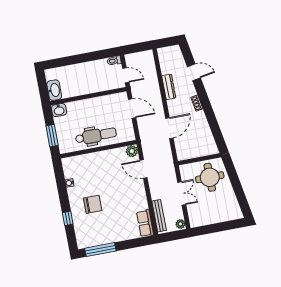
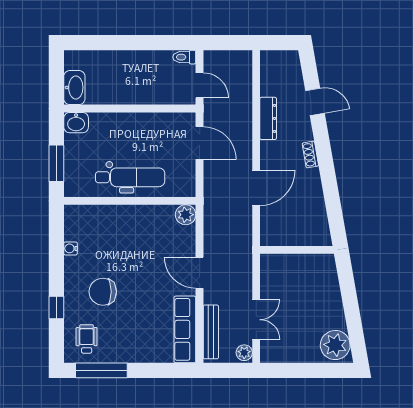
door: (144, 169) -> (200, 273), moved
round table: (210, 177) -> (308, 283), removed
double door: (182, 193) -> (256, 320), moved
chair: (93, 204) -> (103, 292), turned 180
plant: (232, 210) -> (335, 345), added
row of seats: (145, 223) -> (185, 329), width x1.48
wheelchair: (88, 233) -> (87, 339), added

